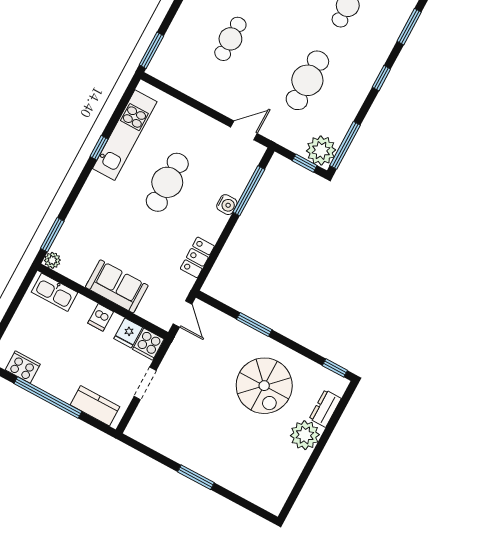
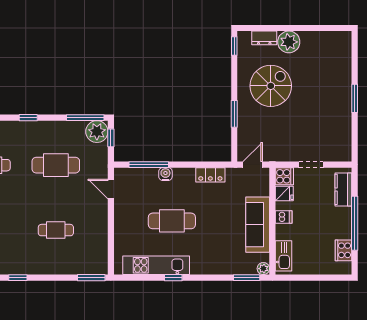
sofa: (117, 286) -> (258, 225), width x1.36

